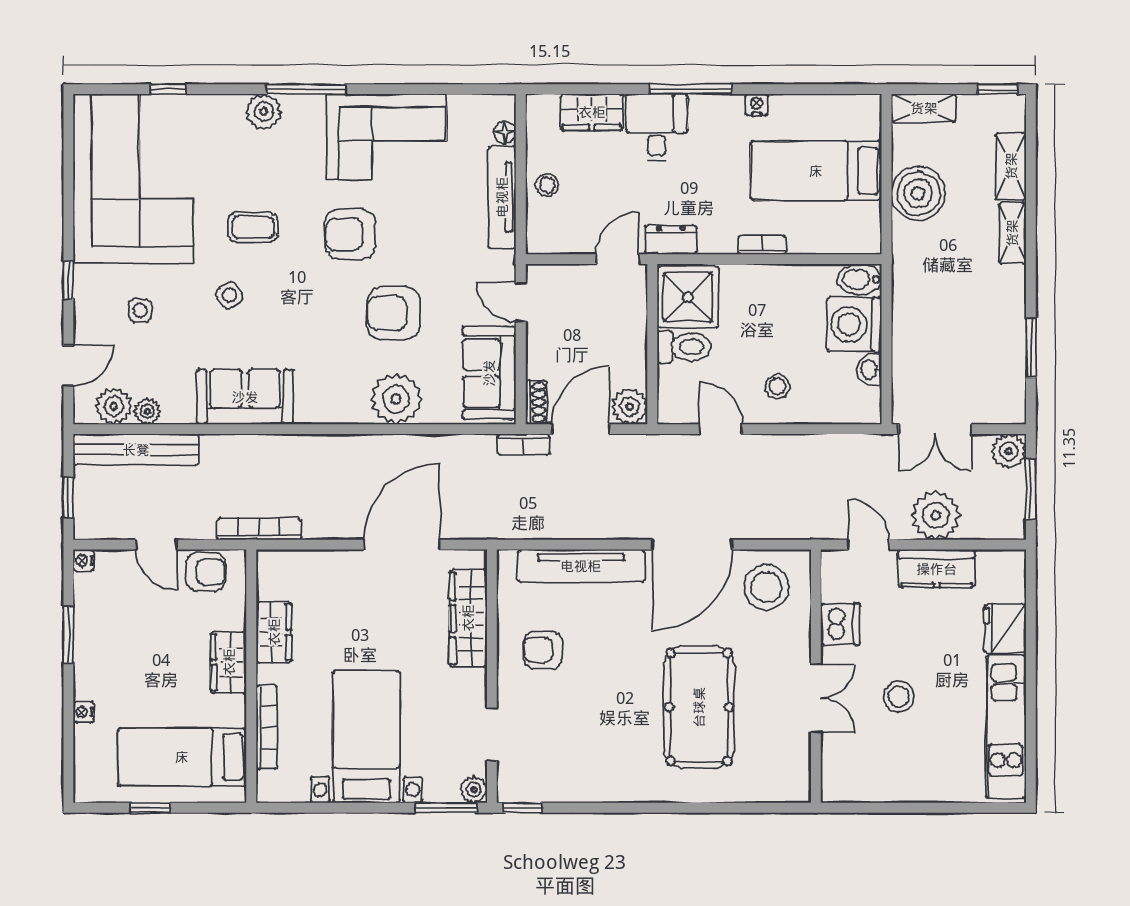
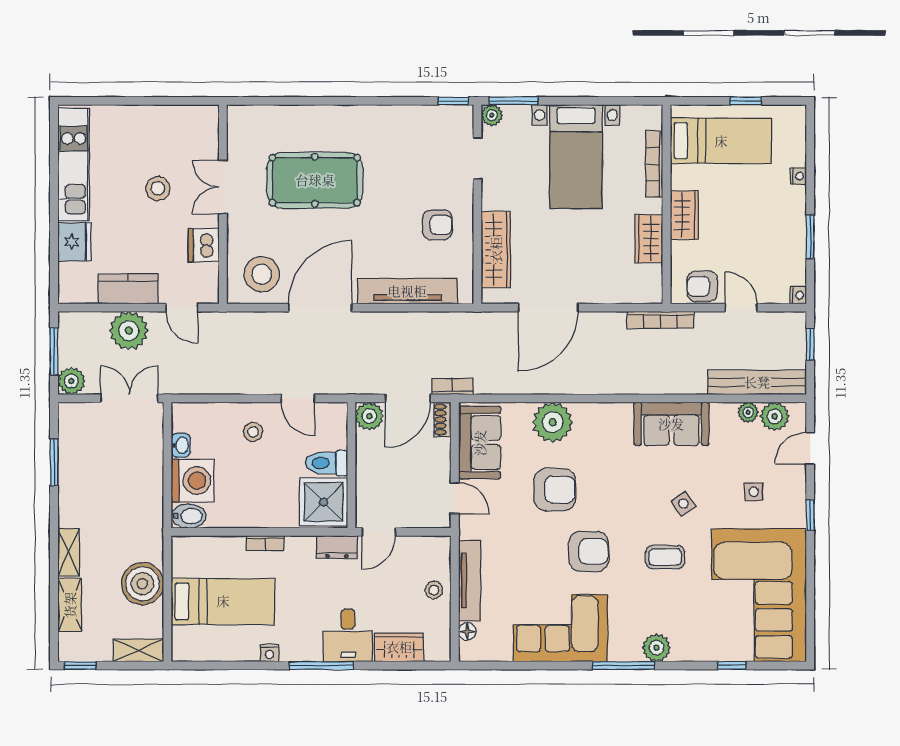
pool table: (699, 707) -> (315, 180), turned 90

